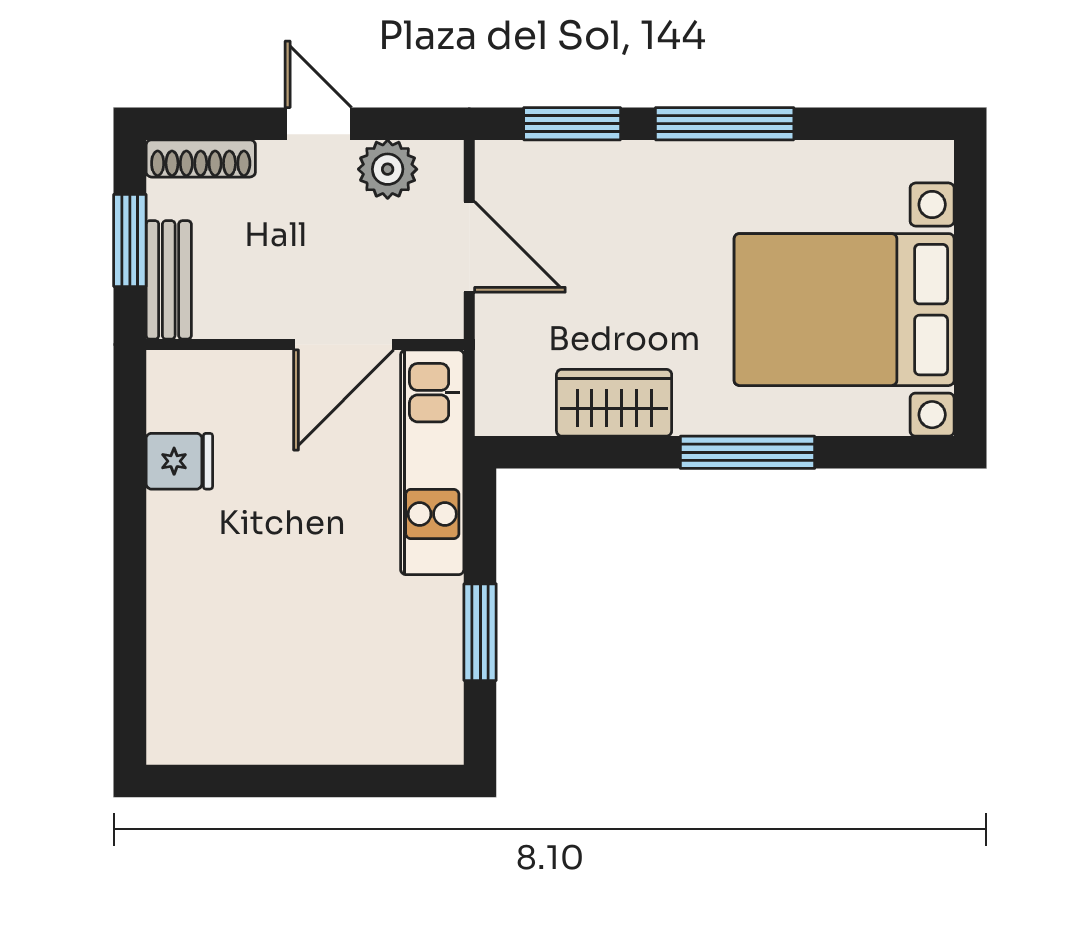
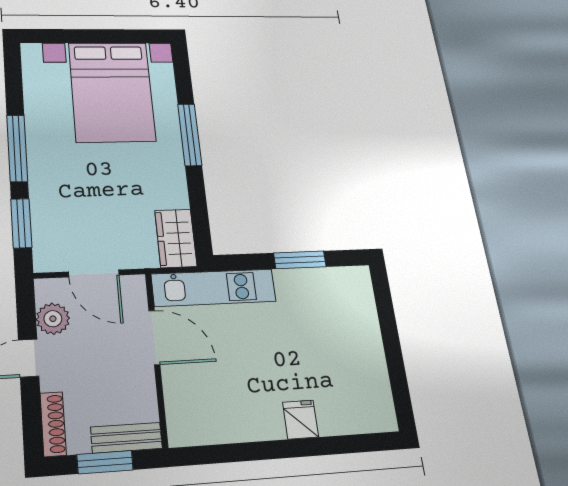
door: (469, 247) -> (94, 274), swing flipped
wardrobe: (614, 403) -> (176, 238), moved
fridge: (179, 461) -> (301, 420), moved

